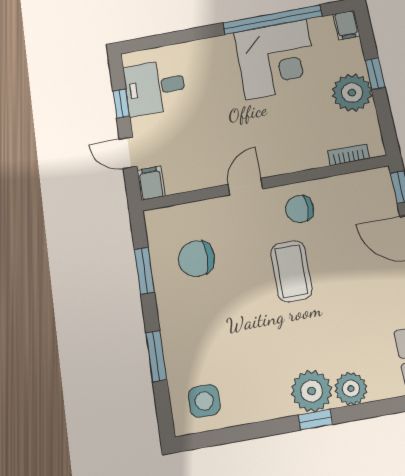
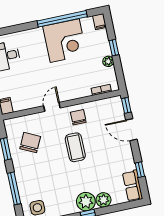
plant: (352, 93) -> (108, 61), width x0.53, depth x0.53
chair: (300, 209) -> (78, 117), turned 90
chair: (196, 259) -> (30, 143), turned 116
window: (156, 356) -> (14, 188), width x1.44

